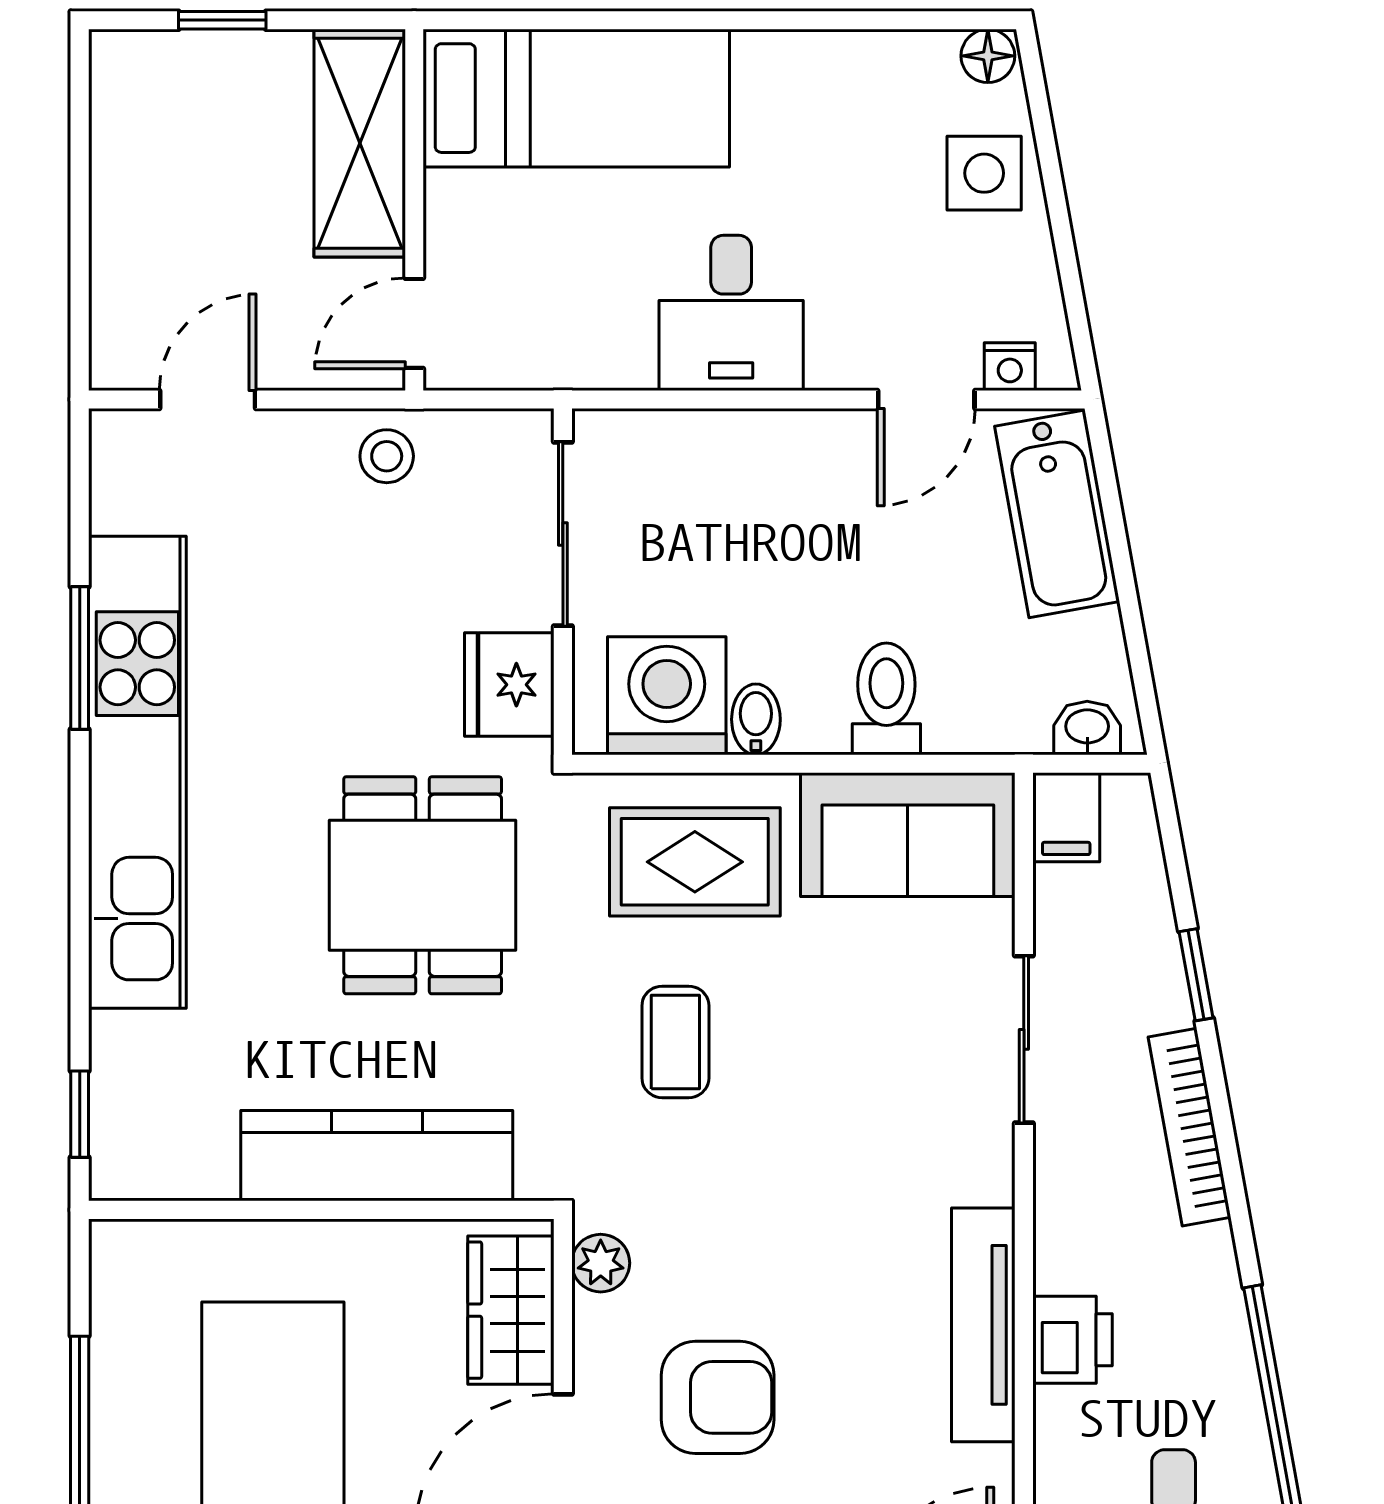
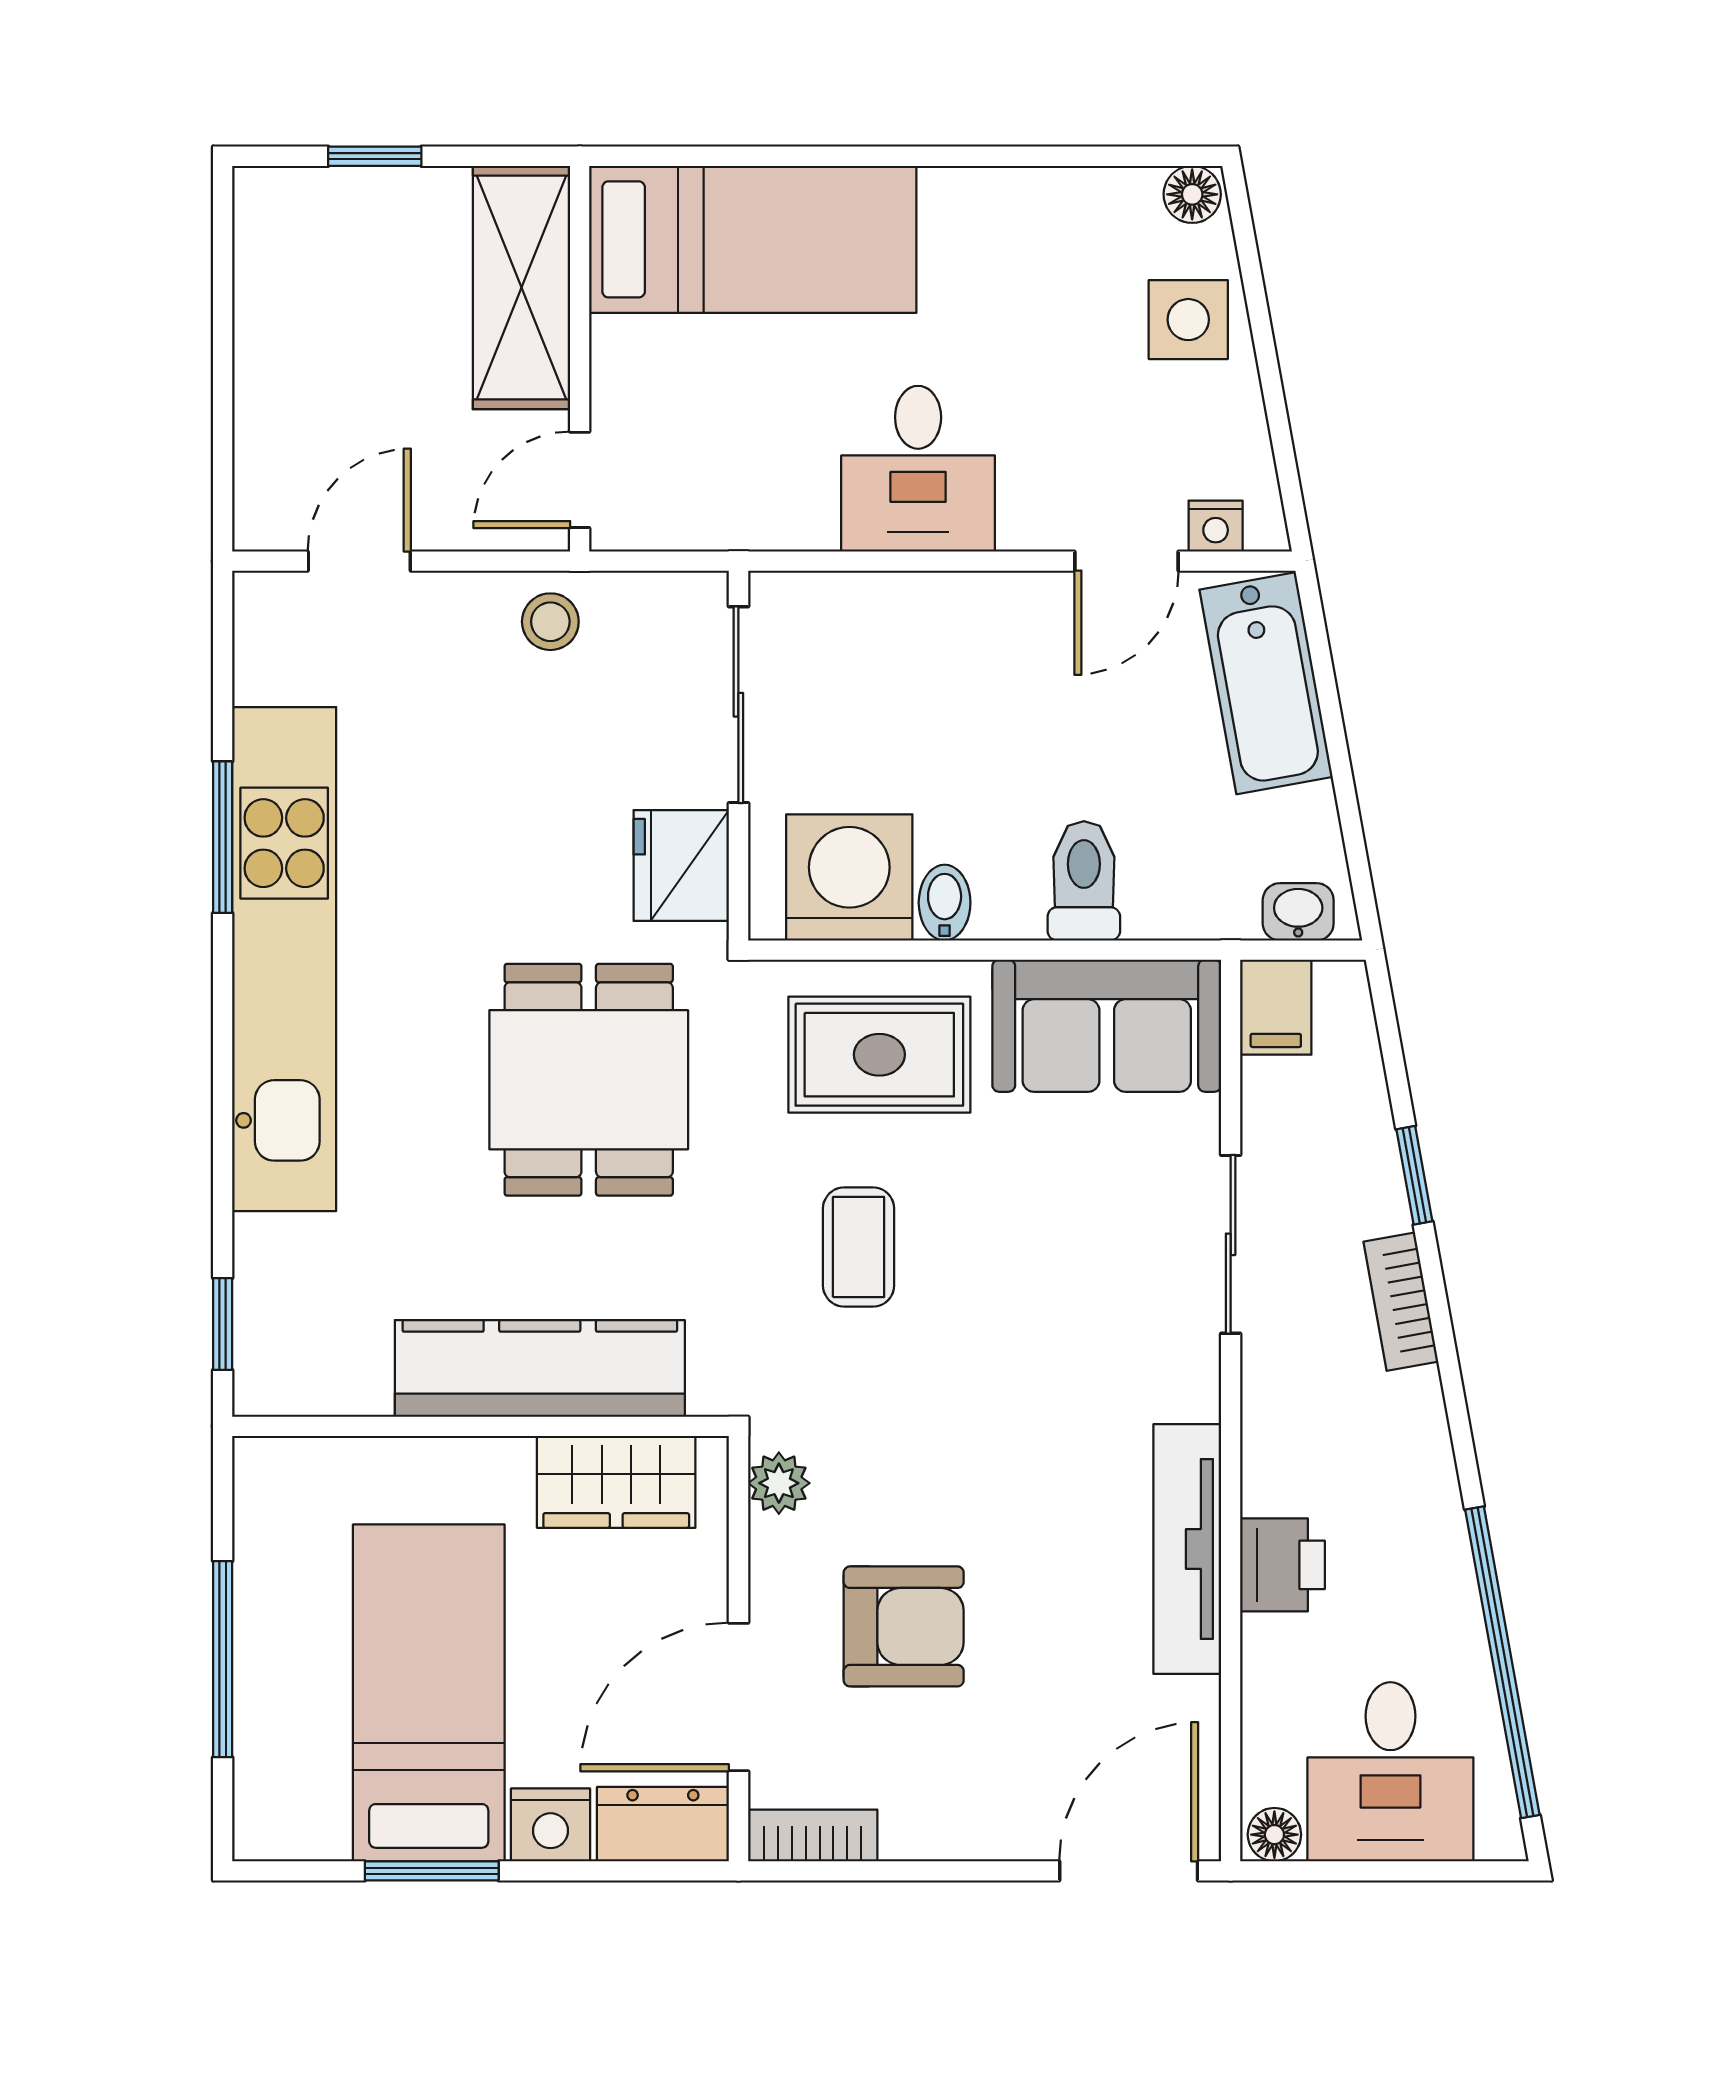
bookcase: (1190, 1127) -> (1401, 1302), width x0.64
wardrobe: (511, 1310) -> (616, 1482), moved, turned -90

